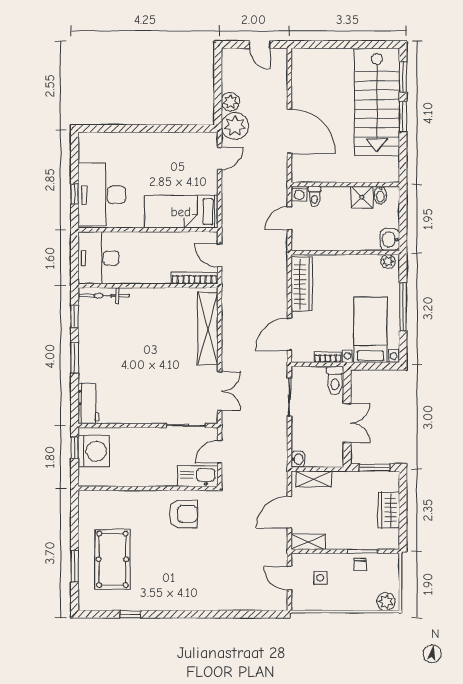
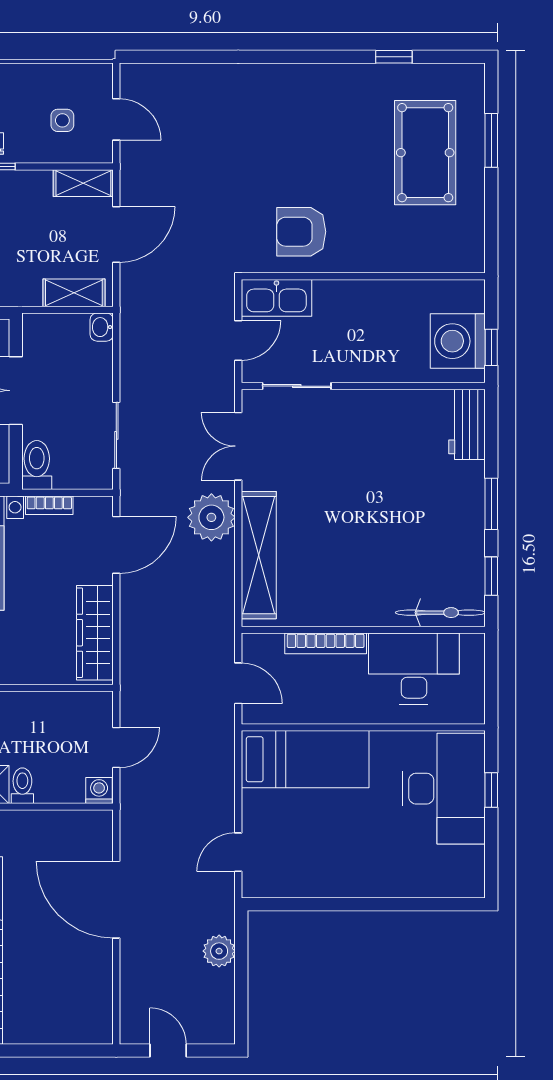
plant: (235, 126) -> (211, 517), moved
toilet: (314, 196) -> (22, 786), moved
desk: (98, 258) -> (414, 668), moved, turned -90
bookcase: (194, 278) -> (326, 643), moved

